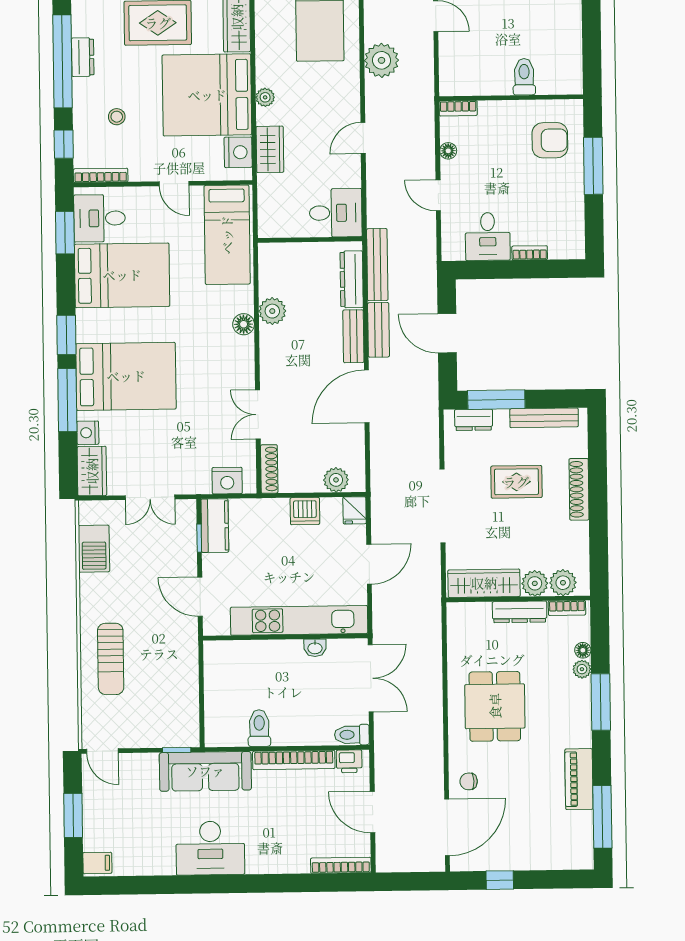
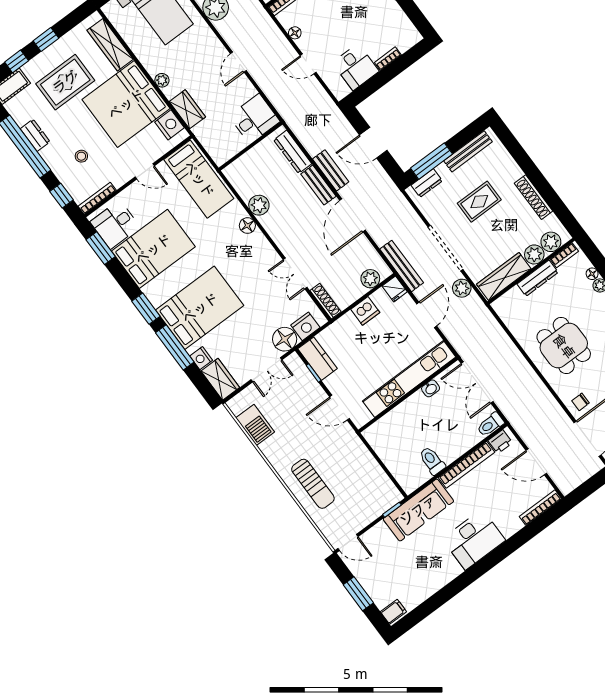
bench: (377, 265) -> (402, 266), moved
floor lamp: (194, 478) -> (285, 339), added
shoe rack: (579, 489) -> (534, 197), moved
plant: (429, 563) -> (462, 288), added
double door: (371, 678) -> (477, 383), swing flipped
desk: (210, 848) -> (474, 540), moved

